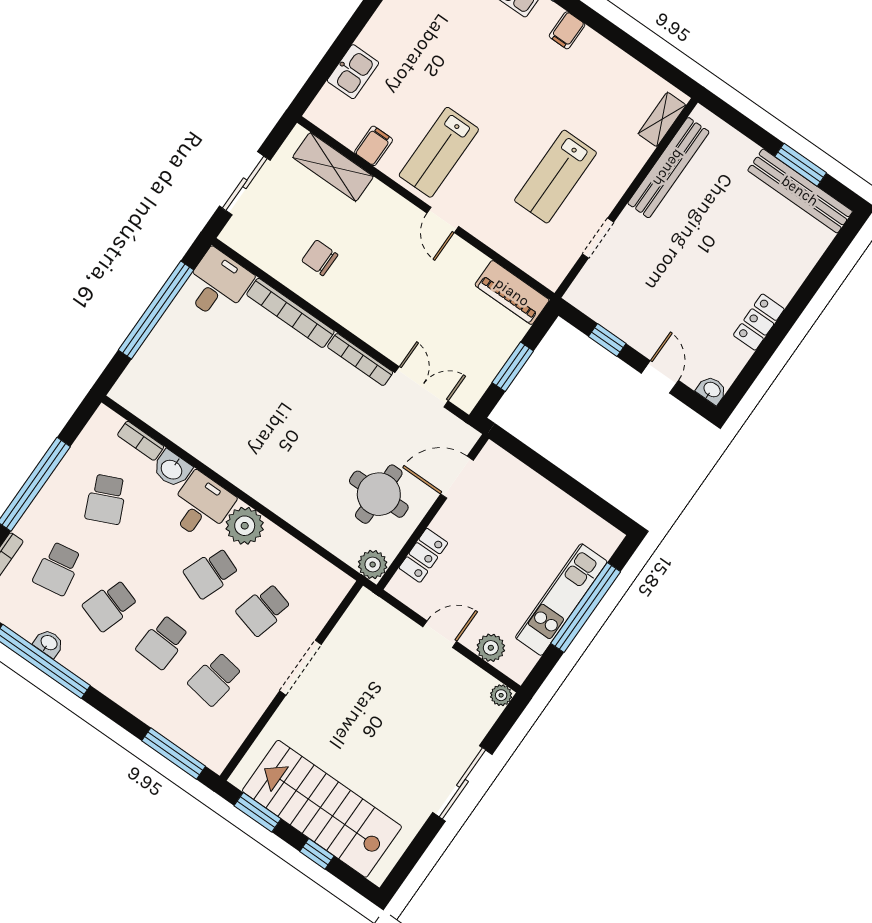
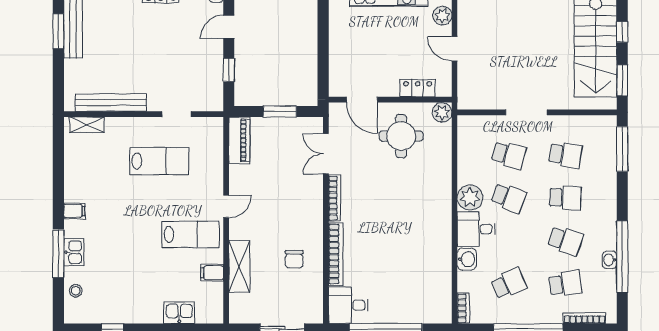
shelving: (333, 167) -> (239, 266), moved
bookcase: (141, 441) -> (463, 308), moved

